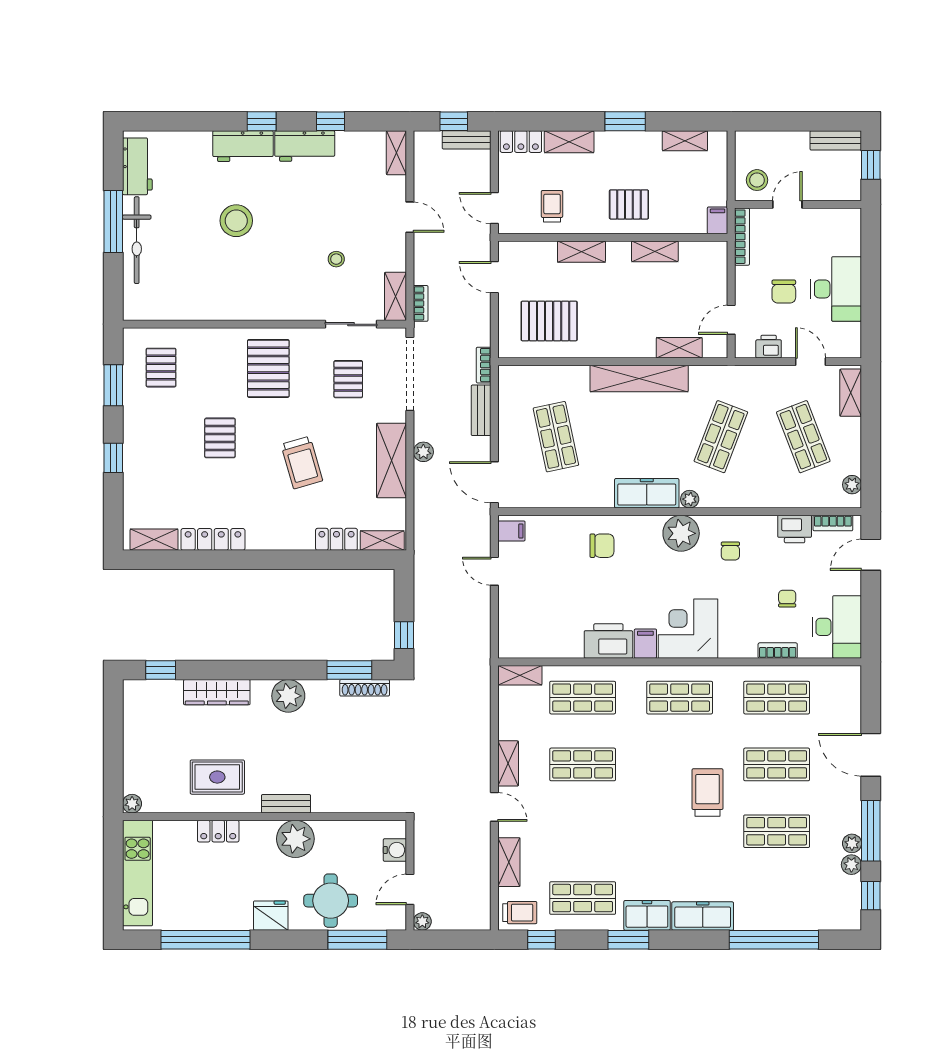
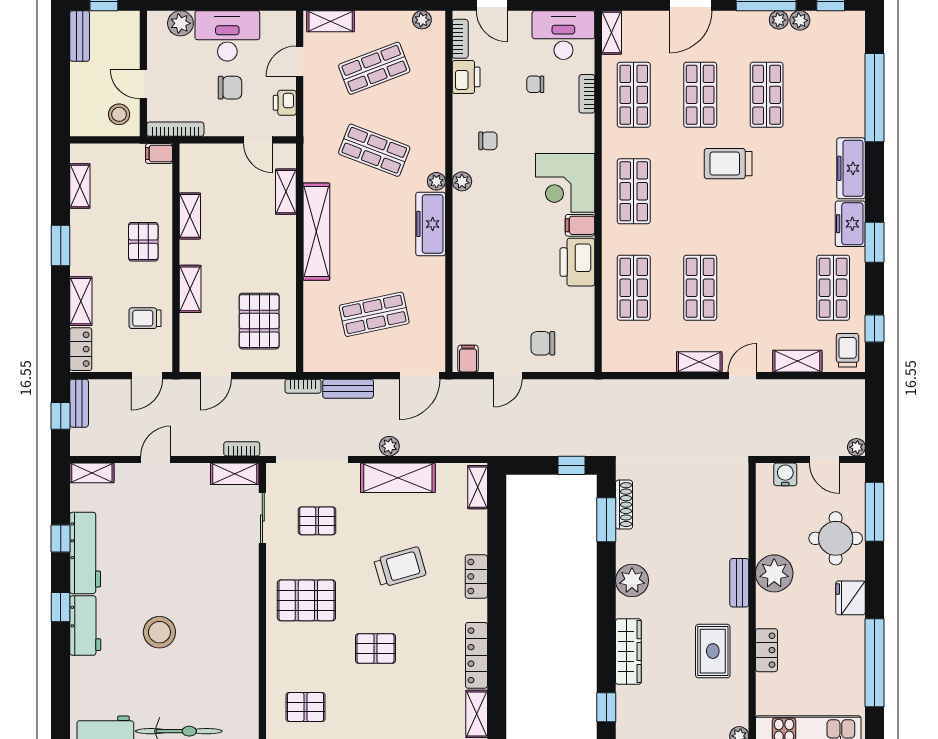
workbench: (305, 146) -> (85, 553), width x1.38
plant: (849, 242) -> (180, 23), added
stool: (336, 259) -> (198, 533), removed
plant: (681, 533) -> (462, 181), width x0.53, depth x0.53
locker: (336, 539) -> (476, 576), moved
chair: (602, 546) -> (543, 343), moved, turned -90
shelving: (520, 675) -> (611, 32), moved

